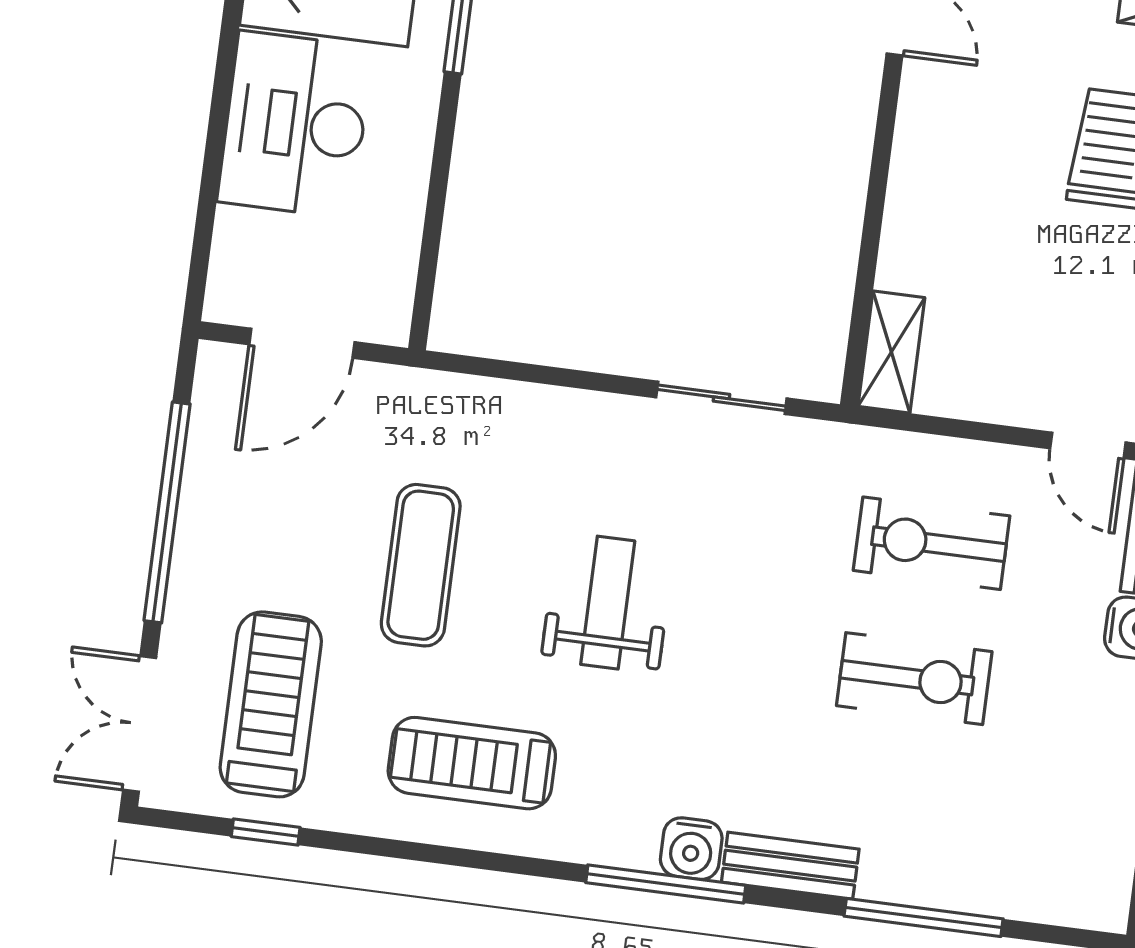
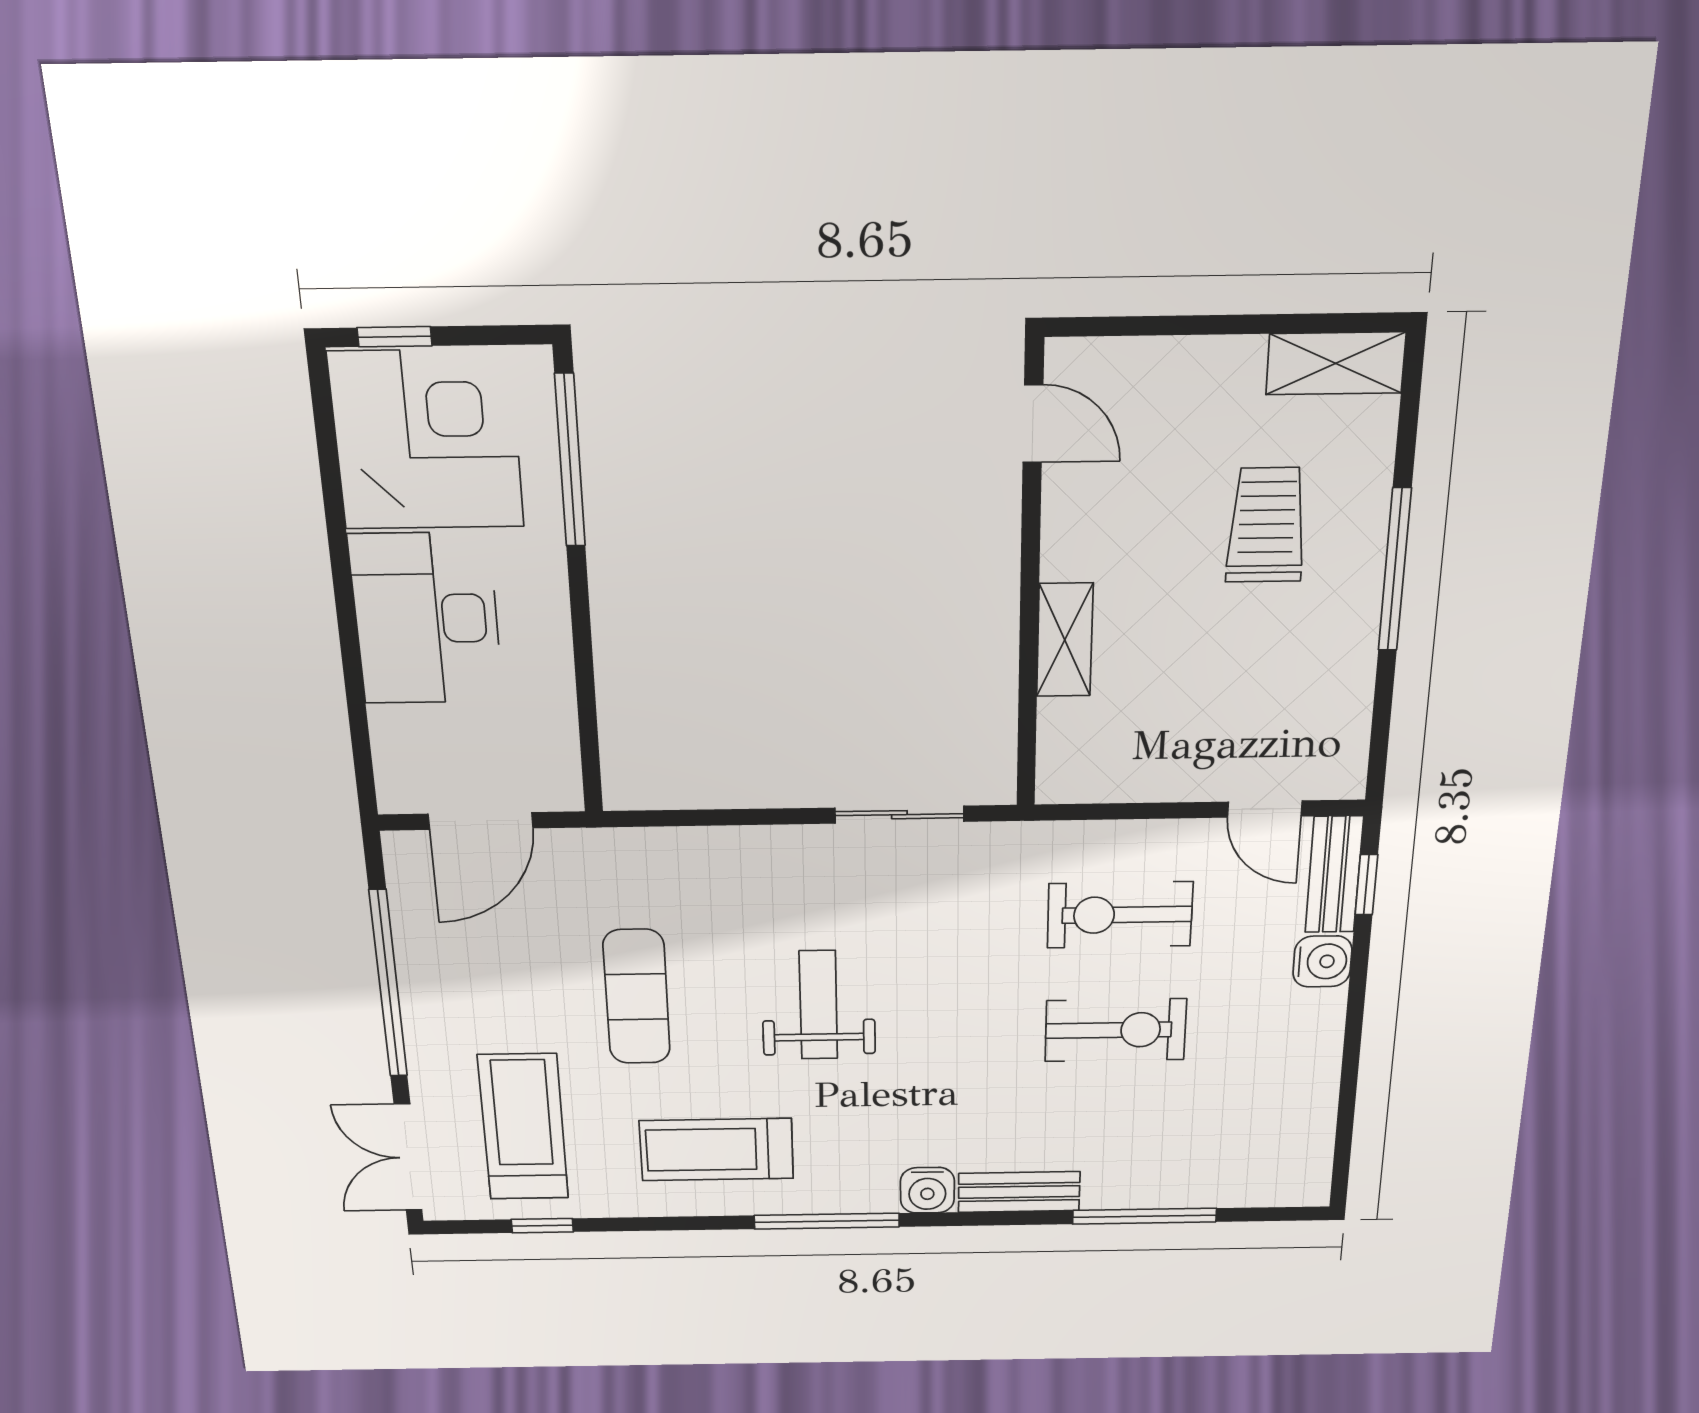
shelving: (891, 352) -> (1065, 640), moved
window: (666, 884) -> (827, 1221), moved

